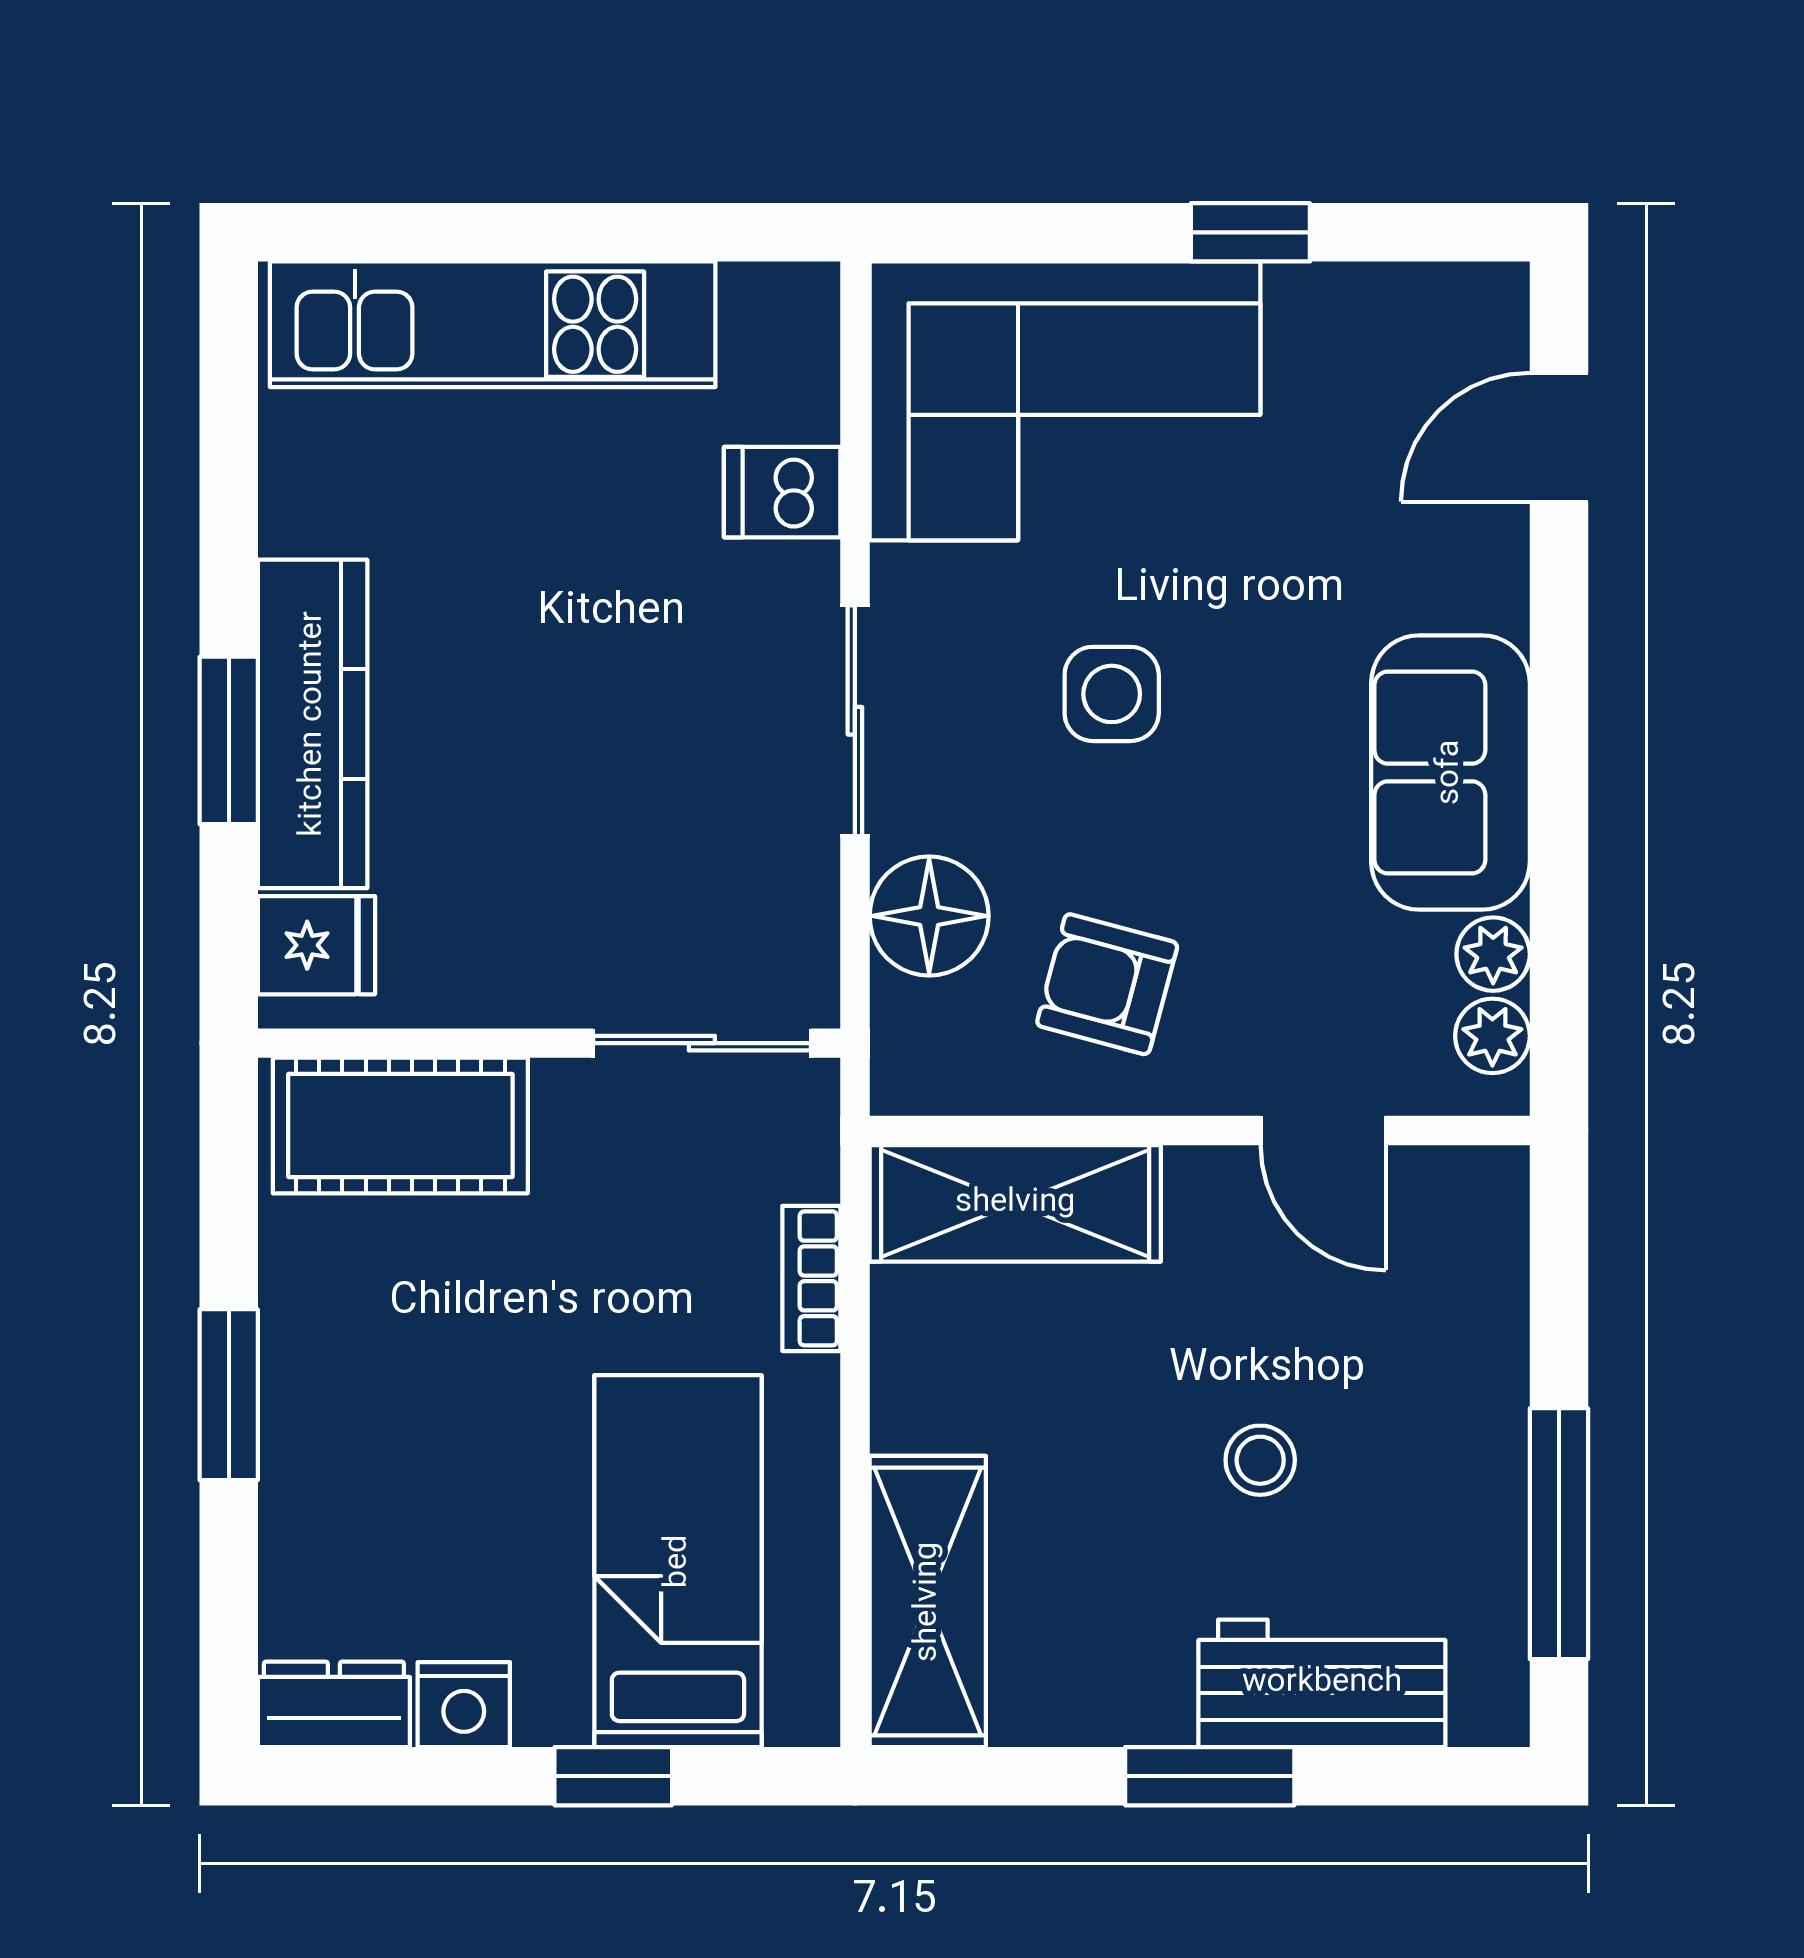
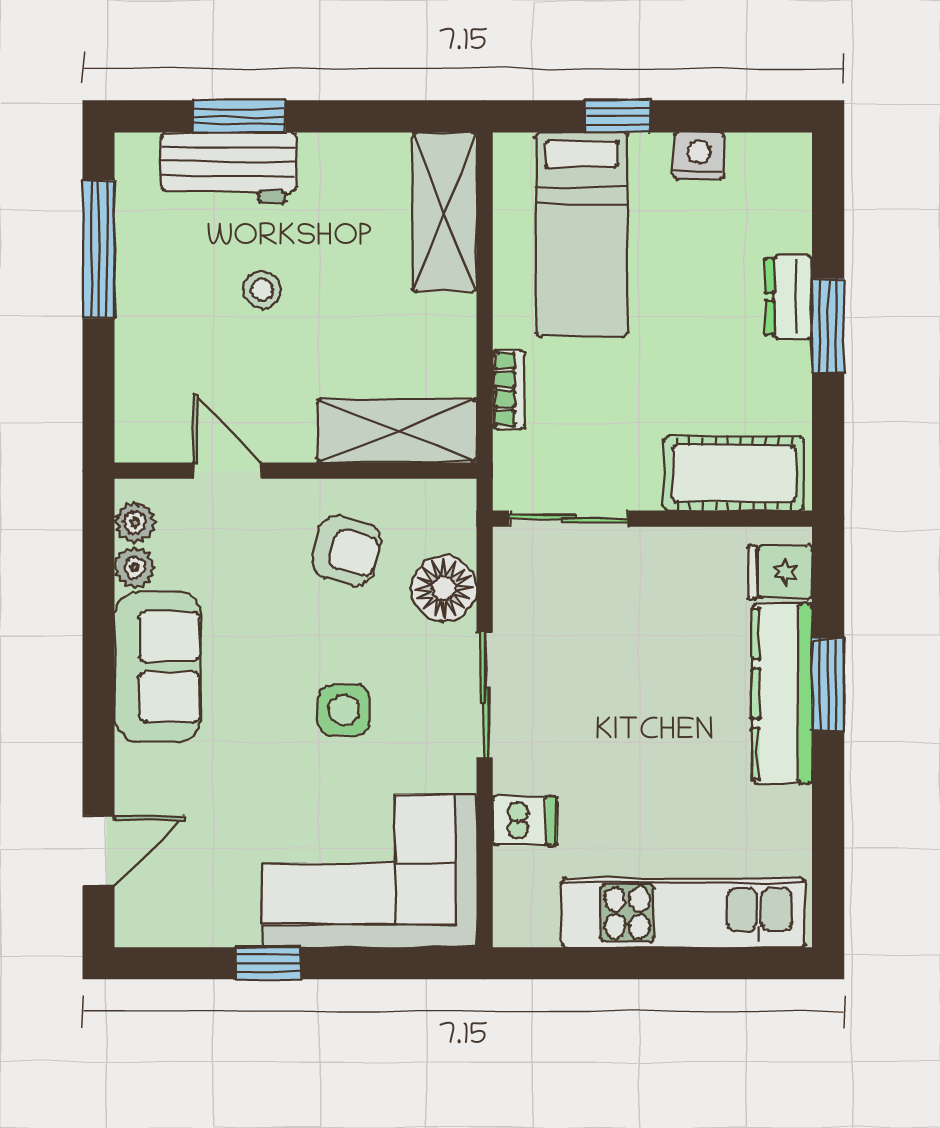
dresser: (334, 1704) -> (789, 297), moved, turned 90
window: (1210, 1776) -> (239, 116), moved

